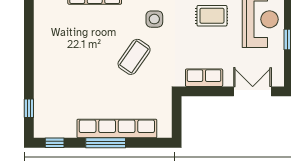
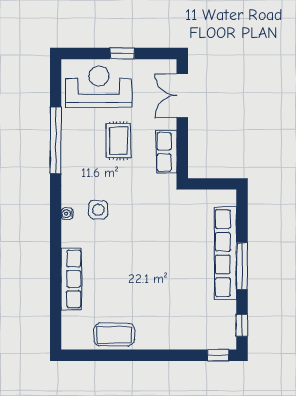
rug: (212, 16) -> (119, 141), moved
coffee table: (134, 57) -> (114, 335), moved, turned -35
window: (29, 108) -> (218, 355), moved

